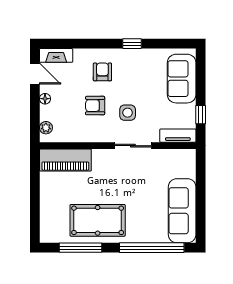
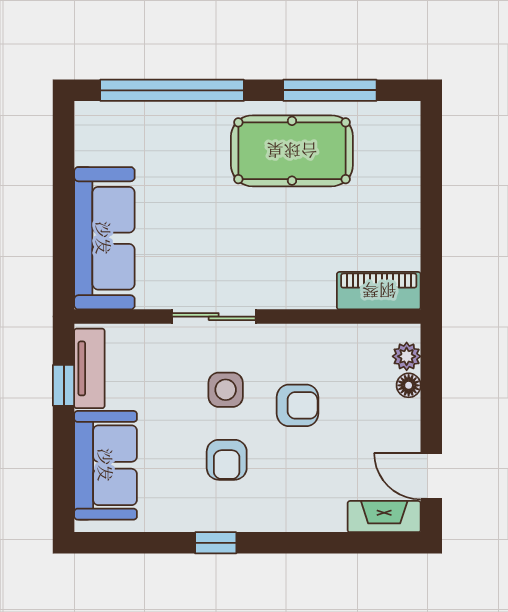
armchair: (102, 72) -> (227, 460), moved
floor lamp: (45, 99) -> (409, 385), moved
tv unit: (178, 136) -> (89, 368), moved, turned -90
piano: (65, 160) -> (379, 291), width x0.73, depth x0.75
sofa: (182, 211) -> (104, 238), moved

